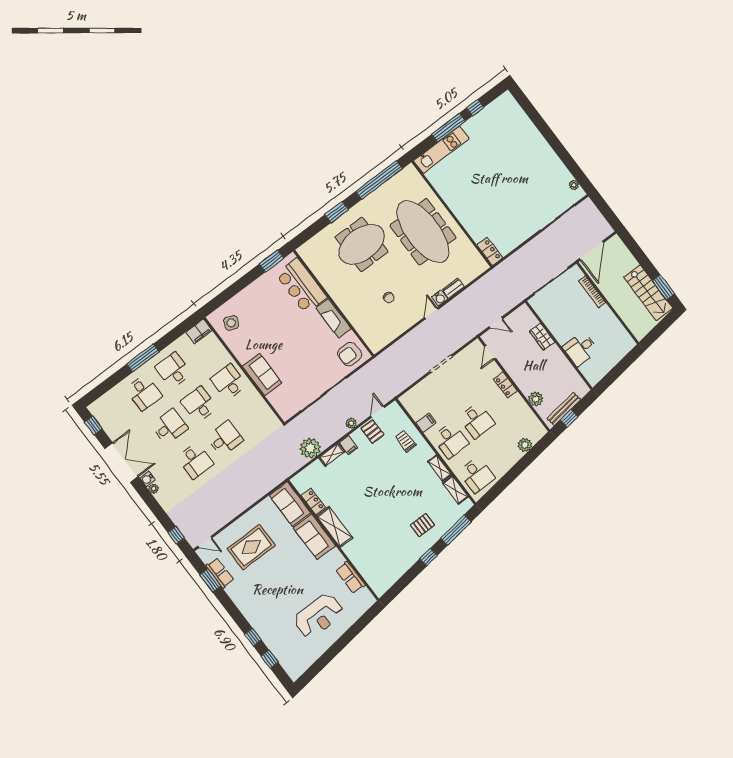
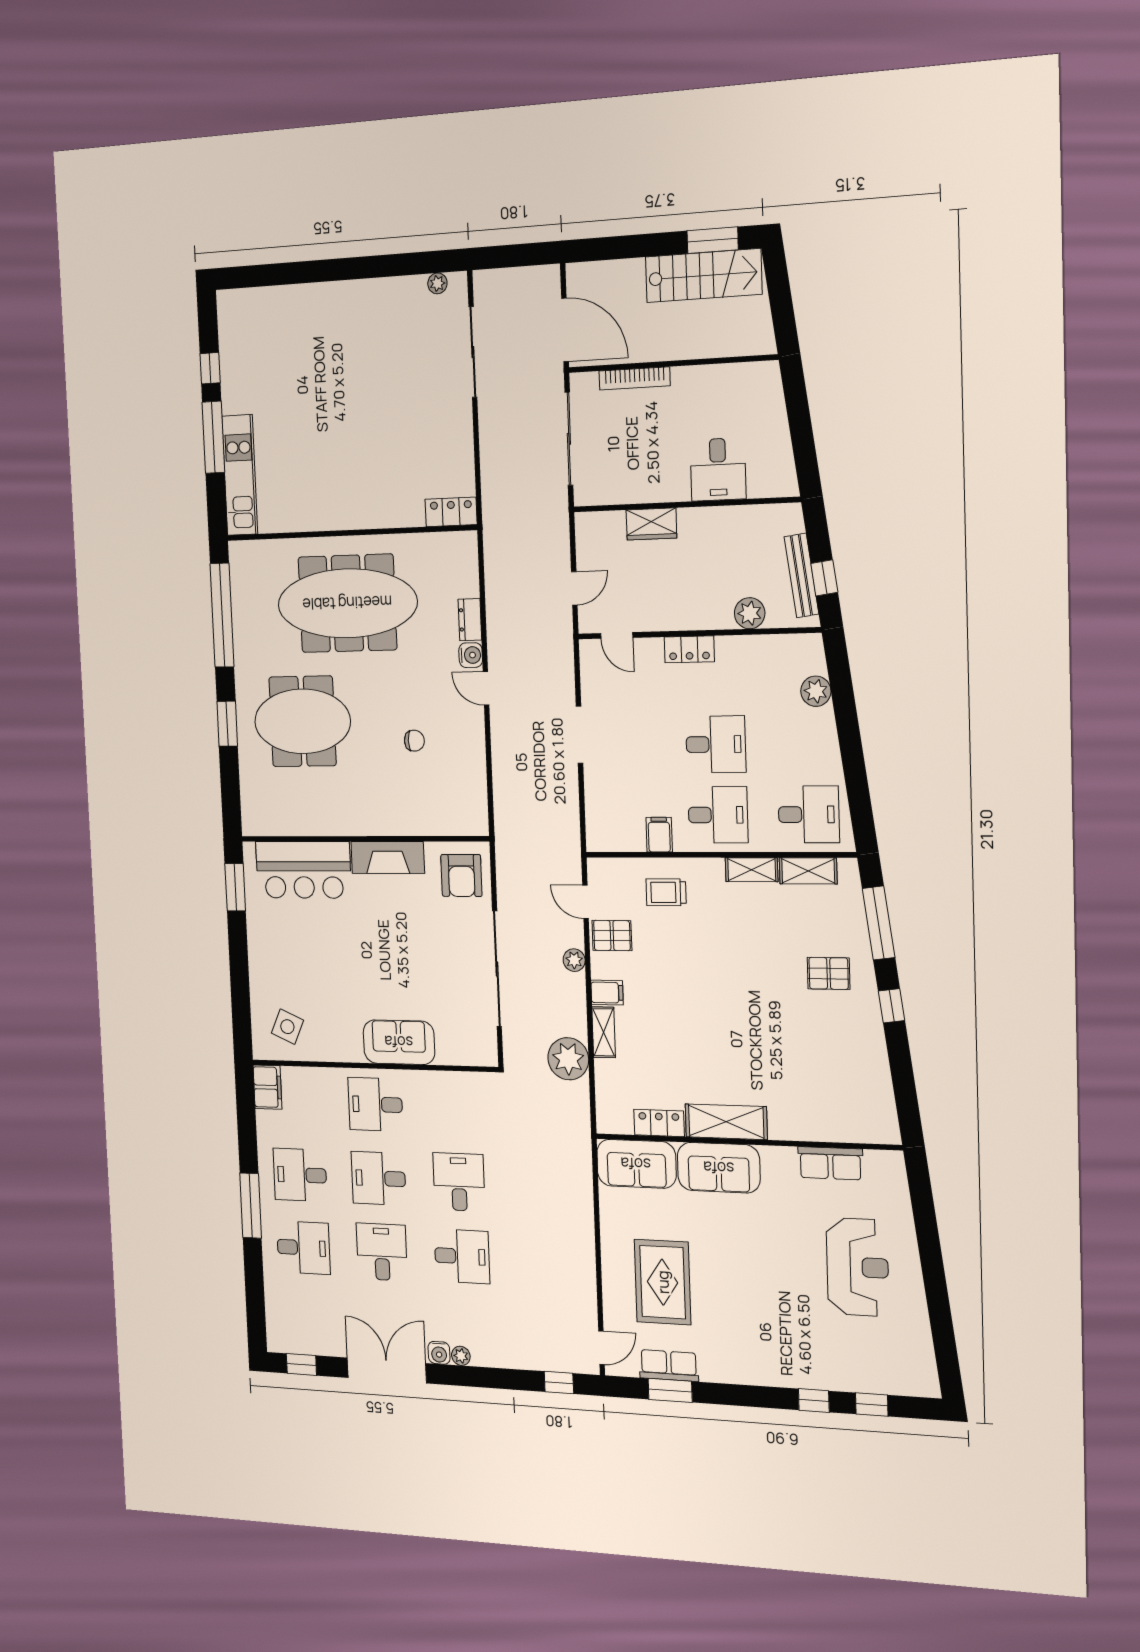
meeting table: (362, 244) -> (303, 721), turned 90
pallet: (422, 525) -> (829, 973), turned 90

